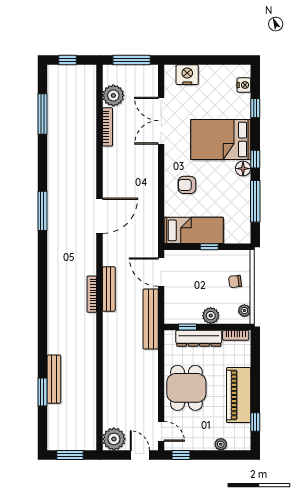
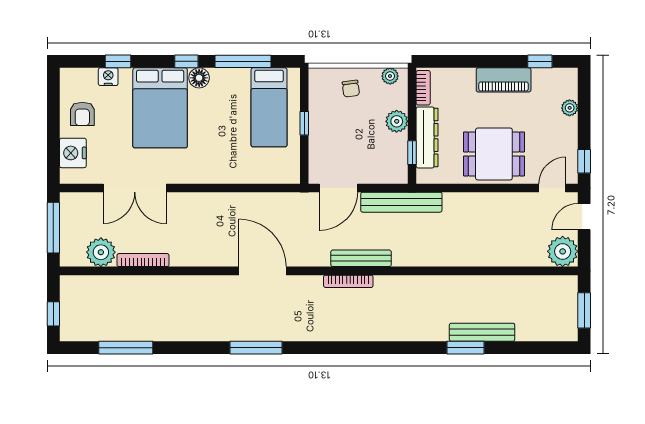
nightstand: (244, 85) -> (108, 77), moved
armchair: (187, 185) -> (82, 114), moved
bed: (194, 230) -> (269, 107), moved, turned 180
bookcase: (92, 294) -> (348, 281), moved
window: (42, 392) -> (466, 348), moved
piano: (239, 395) -> (504, 80), width x0.73, depth x0.75

